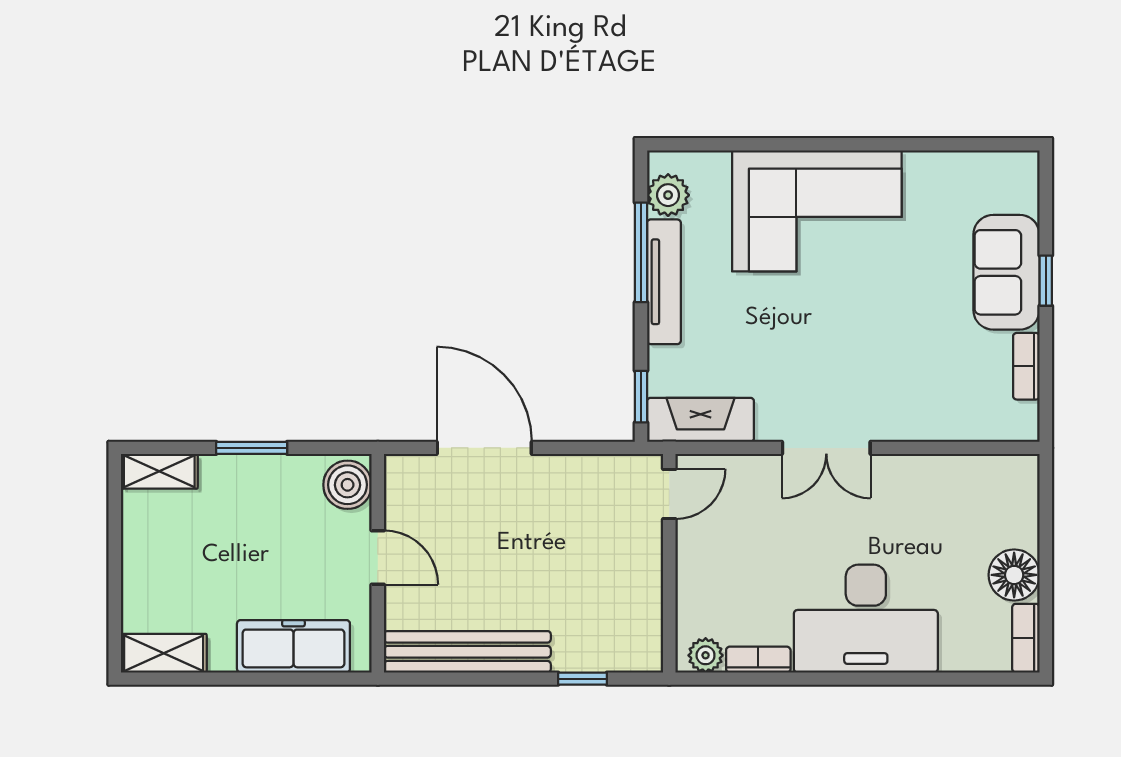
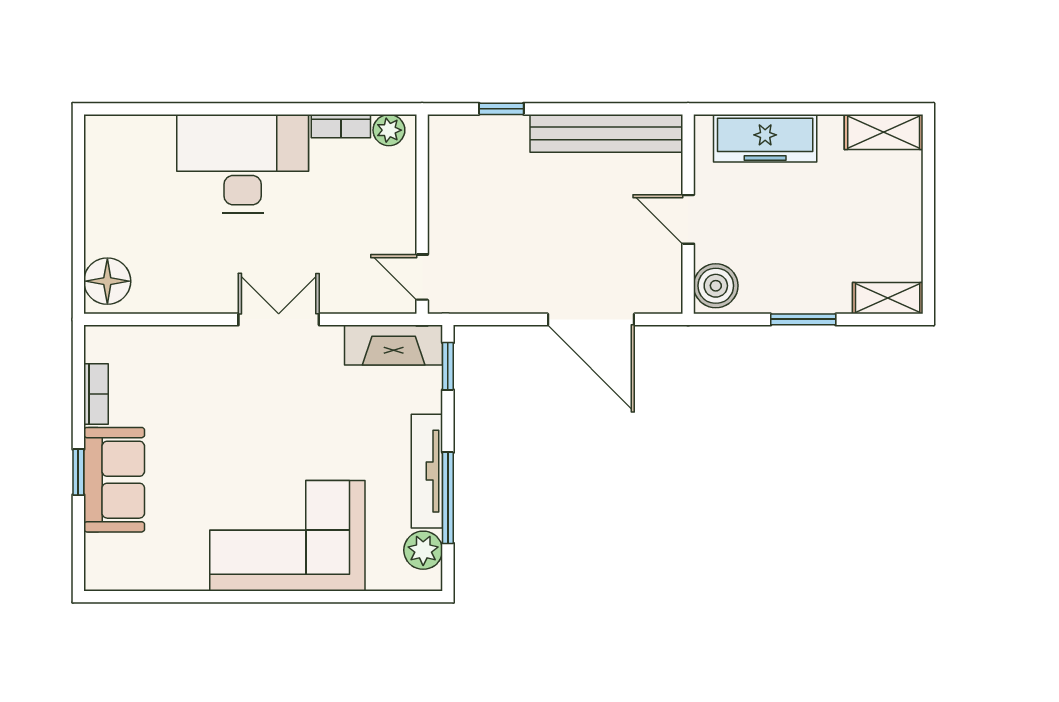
door: (669, 494) -> (422, 277), hinge flipped
floor lamp: (1014, 575) -> (107, 281), moved
bookcase: (1026, 638) -> (96, 146), removed

